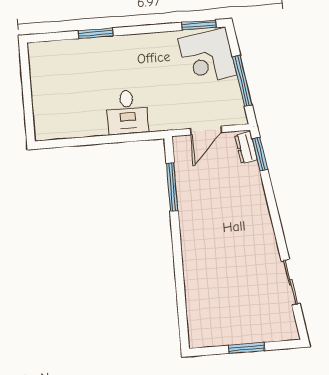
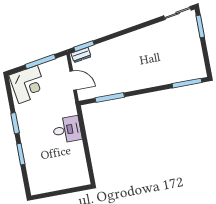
window: (199, 25) -> (15, 123), moved
sliding door: (291, 282) -> (178, 13), moved
window: (182, 315) -> (187, 83), added
window: (246, 348) -> (200, 26), moved

